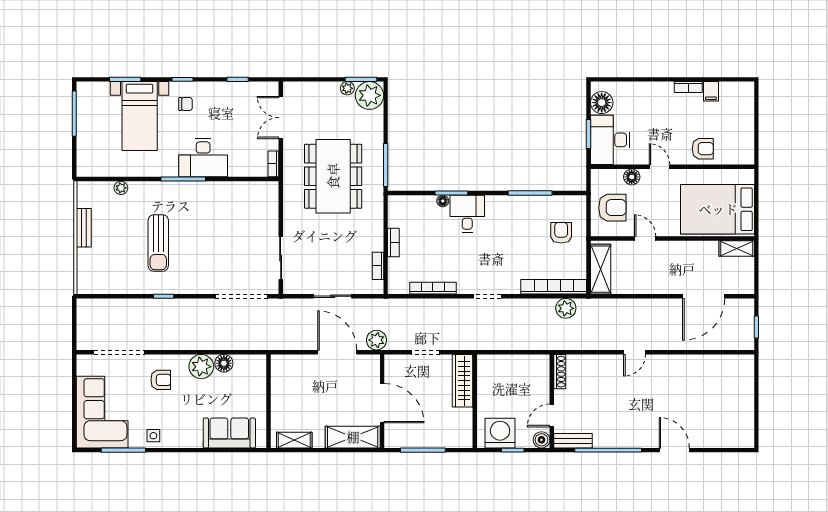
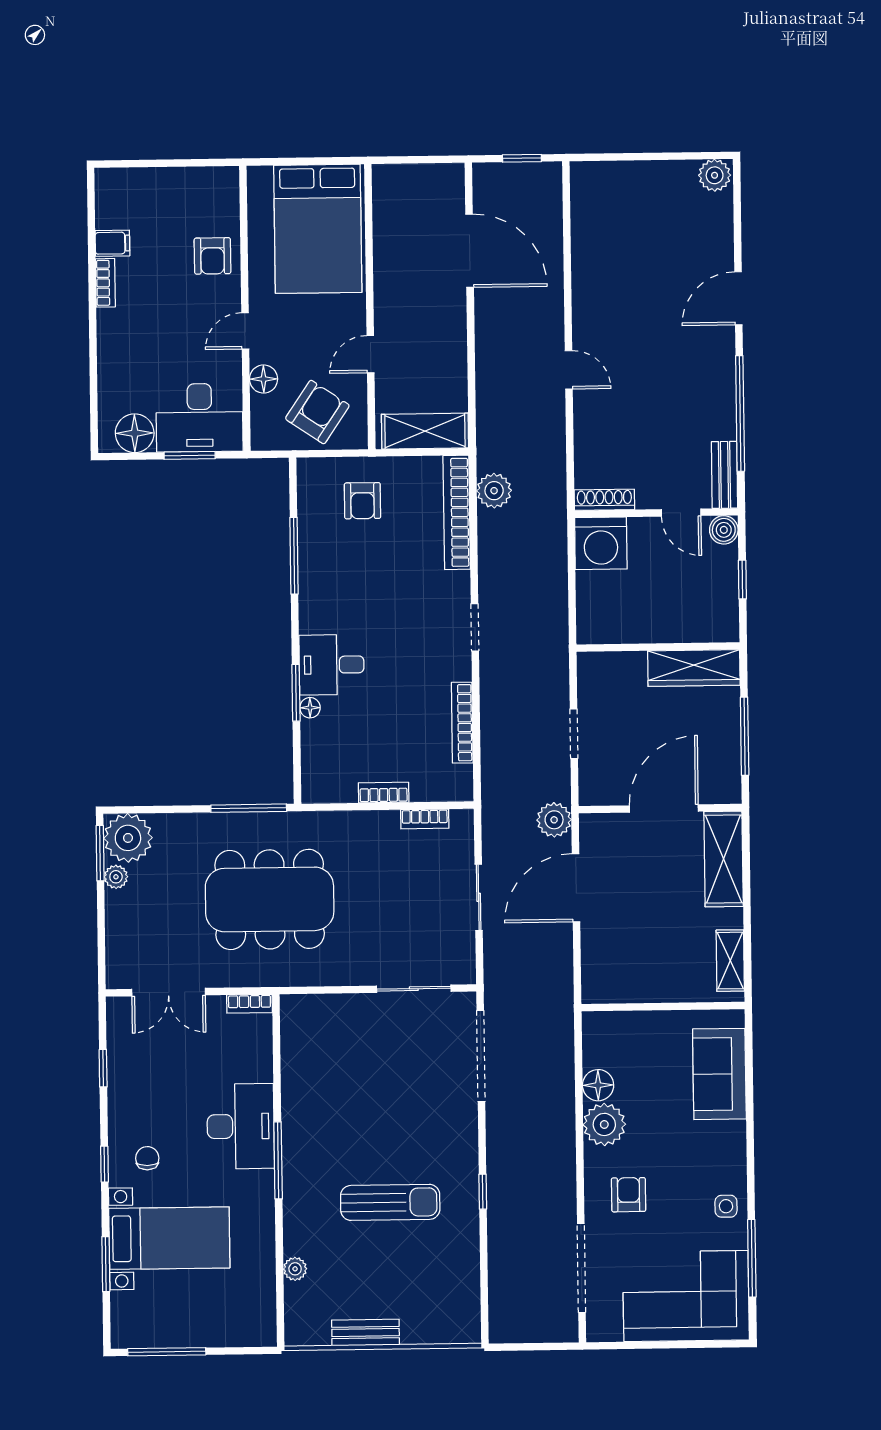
armchair: (703, 149) -> (212, 256), turned 180
armchair: (612, 208) -> (317, 412), turned 34
armchair: (561, 233) -> (362, 501), turned -90
shelving: (737, 249) -> (386, 194), removed
wardrobe: (462, 381) -> (694, 668), moved
washing machine: (500, 433) -> (601, 543), moved, turned -90
plant: (745, 437) -> (715, 175), added

